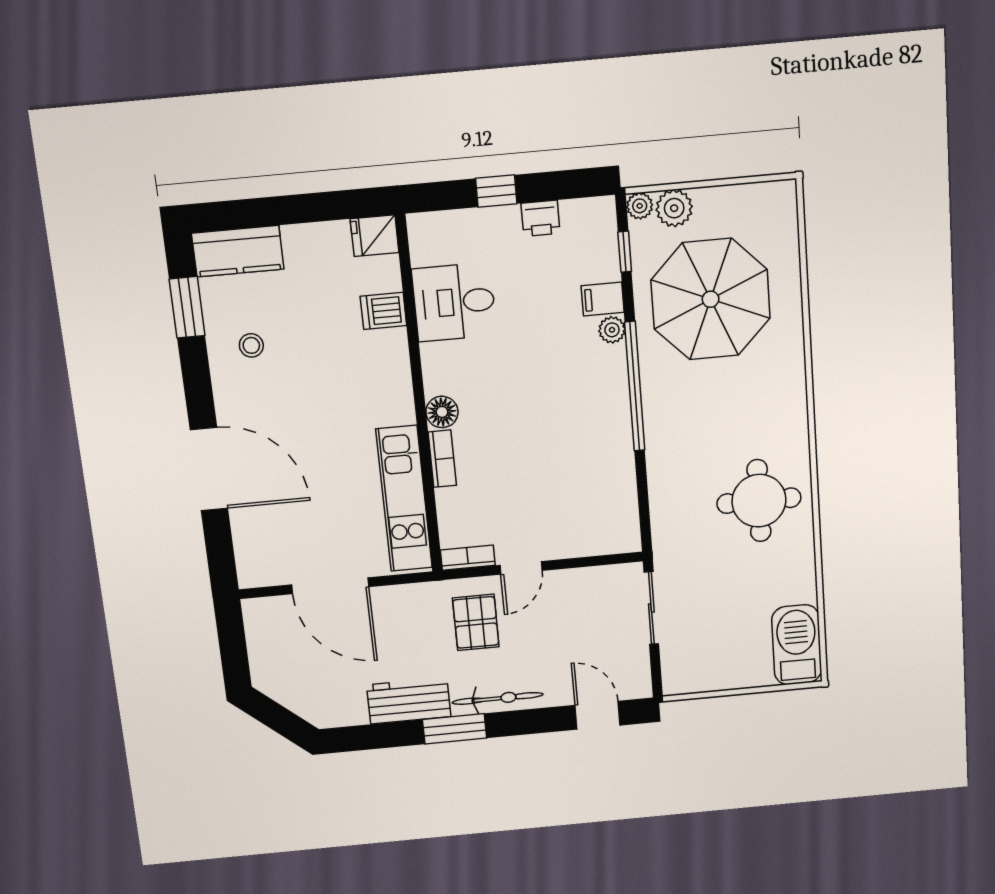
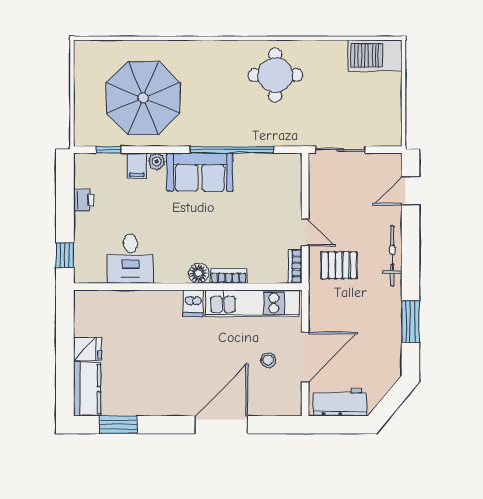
window: (496, 191) -> (65, 255), moved
plant: (640, 206) -> (82, 138), removed
plant: (674, 208) -> (85, 117), removed
fridge: (375, 236) -> (87, 349), moved, turned -90
dishwasher: (383, 311) -> (193, 303), moved
stool: (251, 345) -> (268, 360), moved
window: (635, 386) -> (232, 150), moved
sofa: (600, 399) -> (200, 172), added
workbench: (409, 701) -> (340, 402), moved, turned 90
window: (455, 729) -> (411, 322), moved

